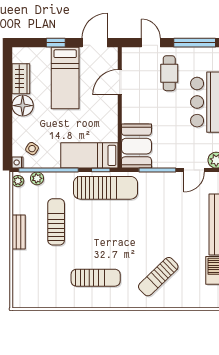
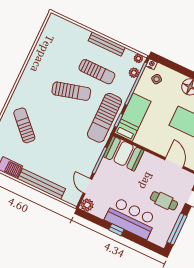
bench: (19, 232) -> (107, 44), width x1.36
sun lounger: (96, 278) -> (71, 91), moved, turned -105

